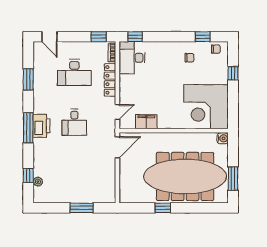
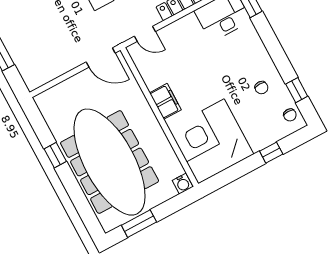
filing cabinet: (146, 122) -> (165, 101), moved

